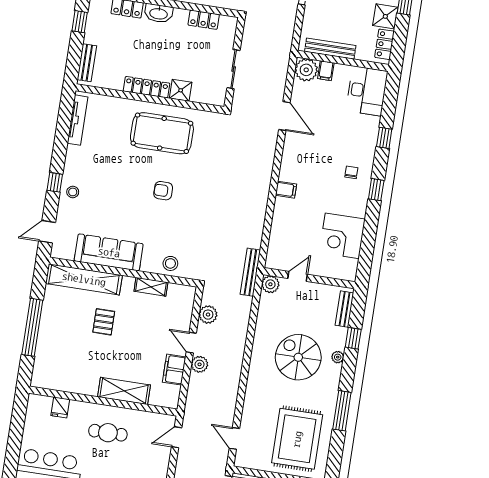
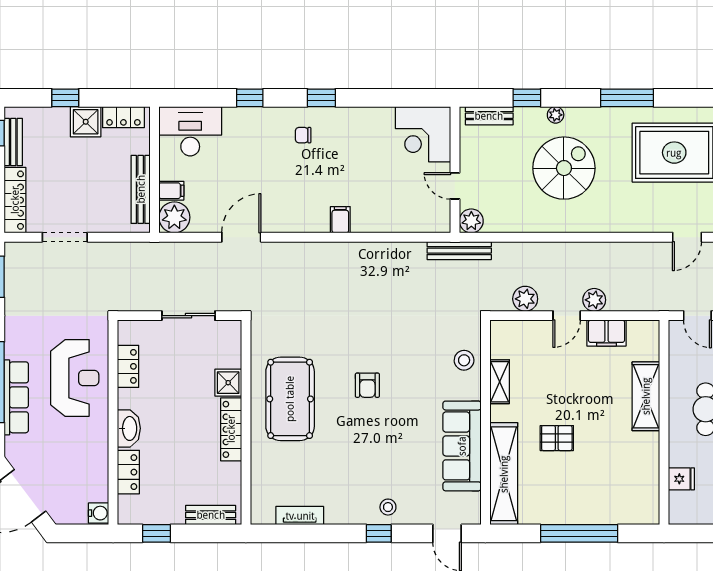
tv unit: (78, 120) -> (300, 516), width x0.71
corner desk: (342, 236) -> (423, 134), moved, turned 90
spiral stairs: (298, 357) -> (564, 168), turned 180

